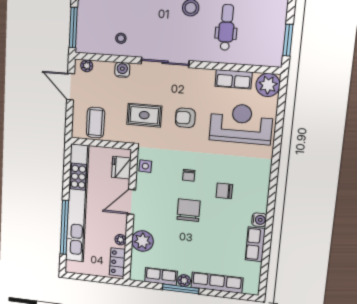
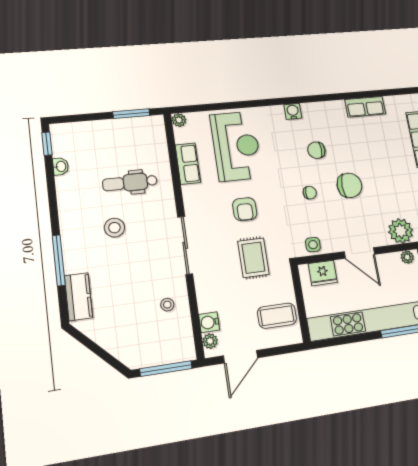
water cooler: (122, 70) -> (209, 322), moved
plant: (268, 85) -> (179, 120), width x0.53, depth x0.53
reception desk: (241, 124) -> (236, 146), turned 180
chair: (224, 191) -> (316, 150), turned 90
chair: (189, 210) -> (349, 185), turned 180
water cooler: (259, 220) -> (293, 111), moved

